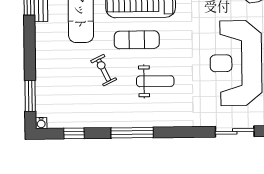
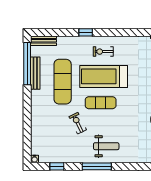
weight bench: (155, 81) -> (106, 146), moved
window: (30, 96) -> (27, 140), removed

